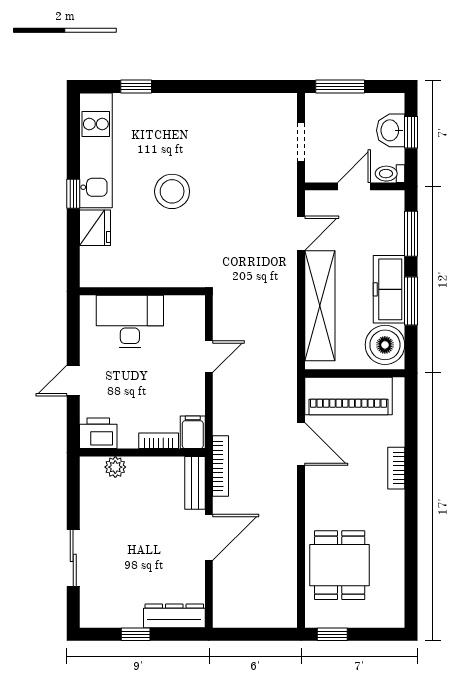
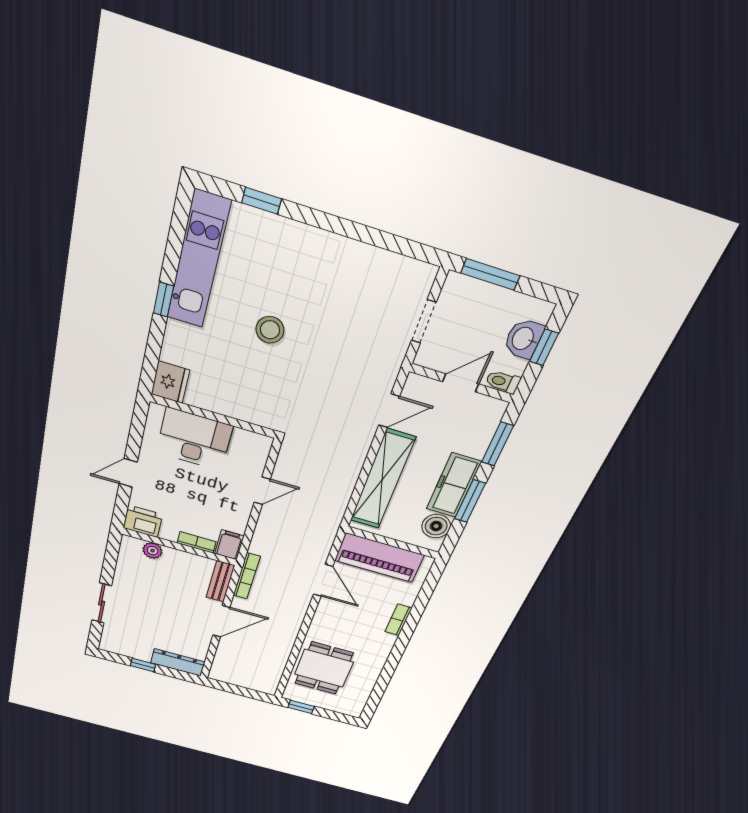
stool: (172, 191) -> (270, 330), width x0.73, depth x0.73
fridge: (95, 228) -> (170, 382), moved
boiler: (385, 345) -> (436, 526), width x0.73, depth x0.73

